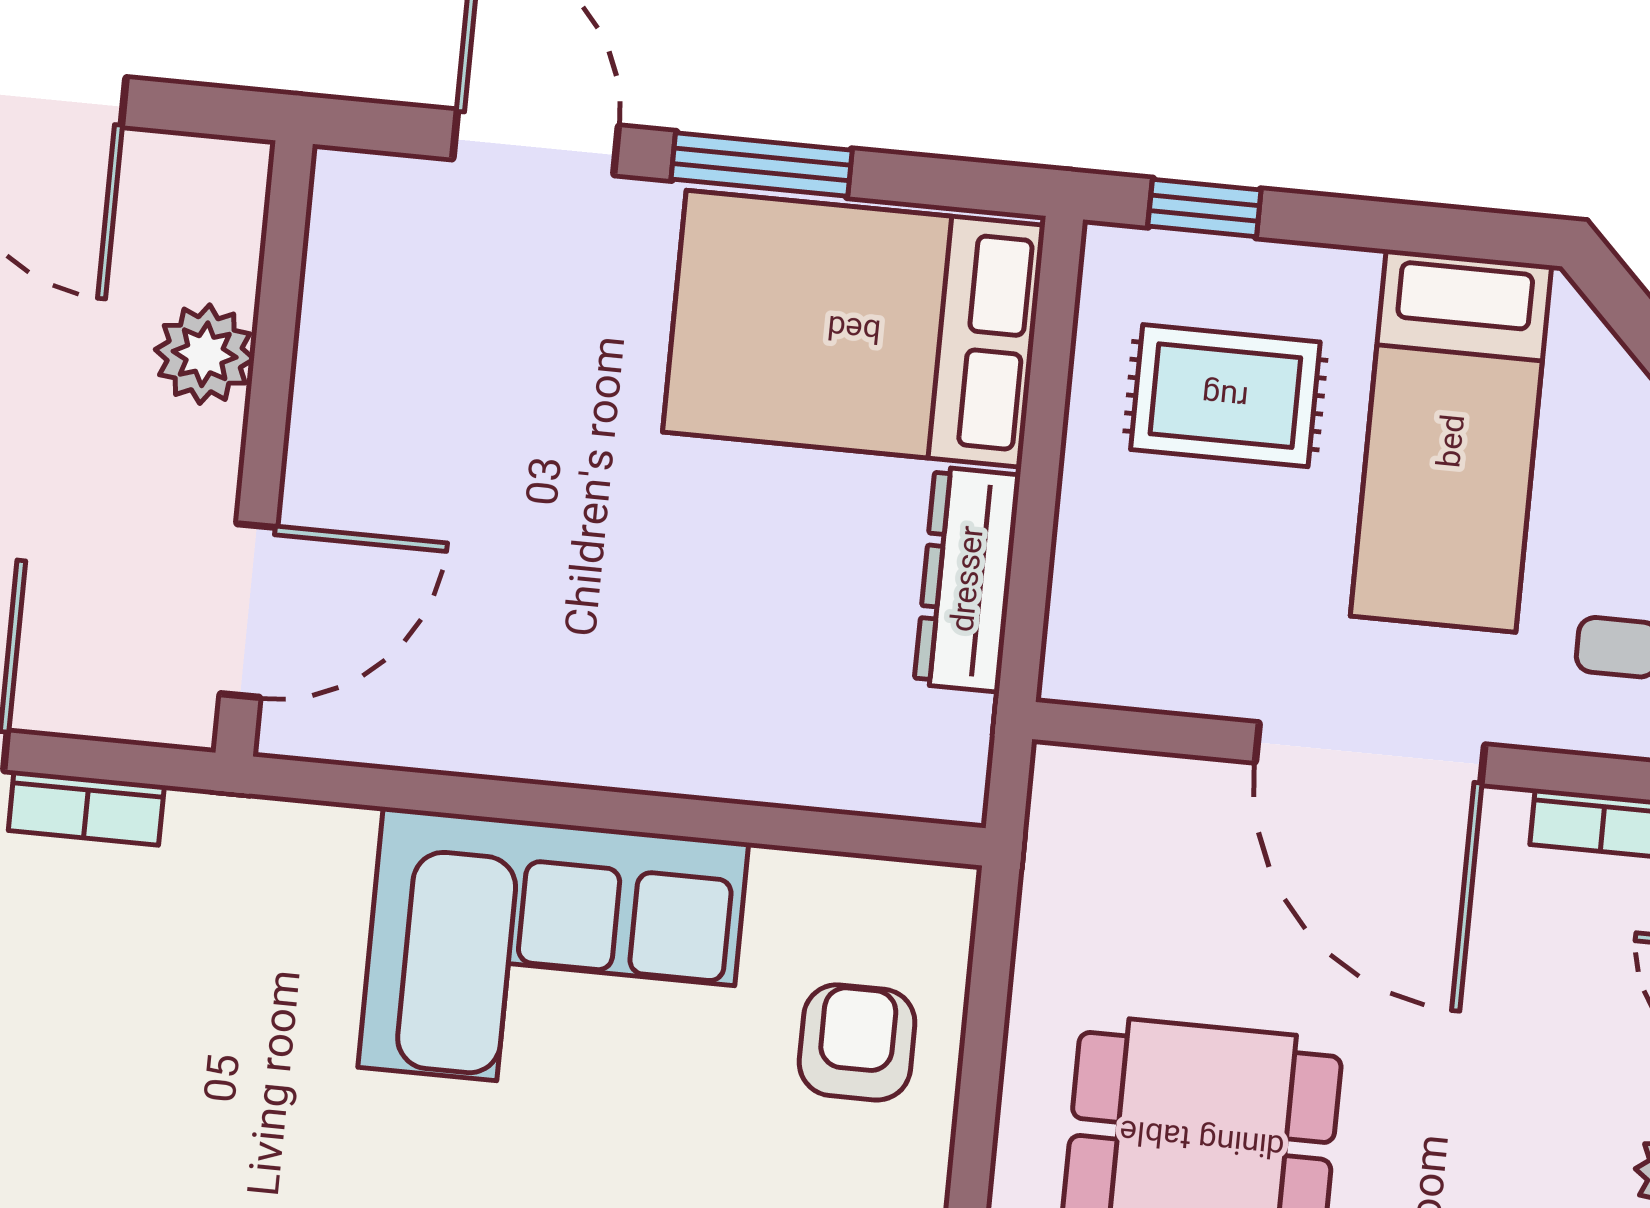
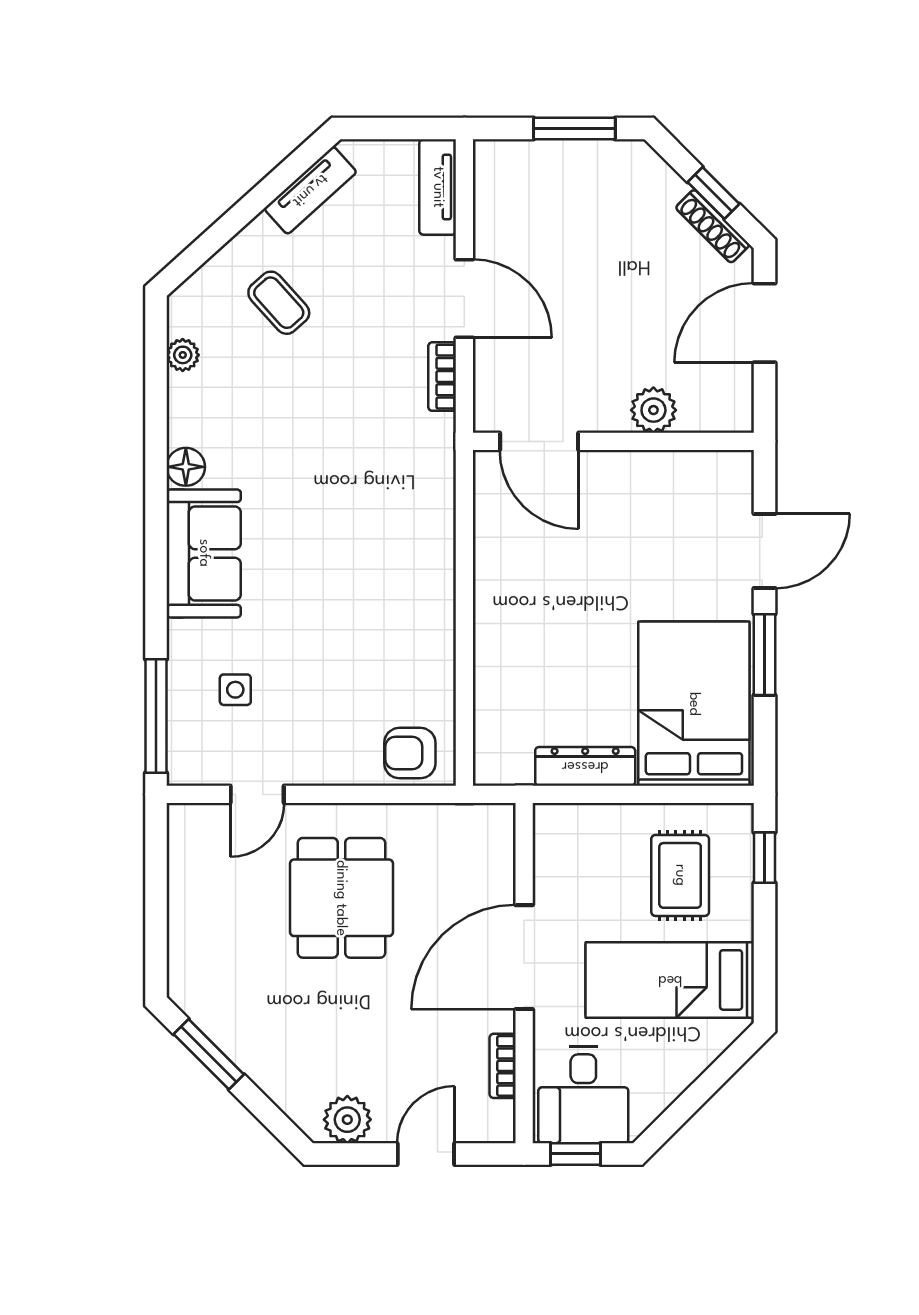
corner sofa: (553, 955) -> (396, 595), removed
armchair: (857, 1042) -> (410, 753), moved, turned 180

